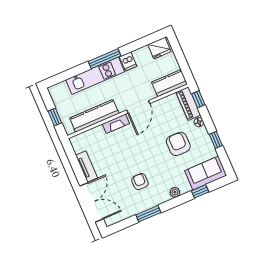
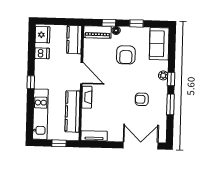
window: (105, 59) -> (31, 82), width x0.46
dishwasher: (128, 61) -> (42, 53), moved
kitchen unit: (95, 76) -> (40, 114), moved
window: (198, 99) -> (109, 23), moved
armchair: (178, 144) -> (126, 55), turned -90
tv unit: (87, 167) -> (94, 136), moved
window: (200, 191) -> (171, 79), moved

